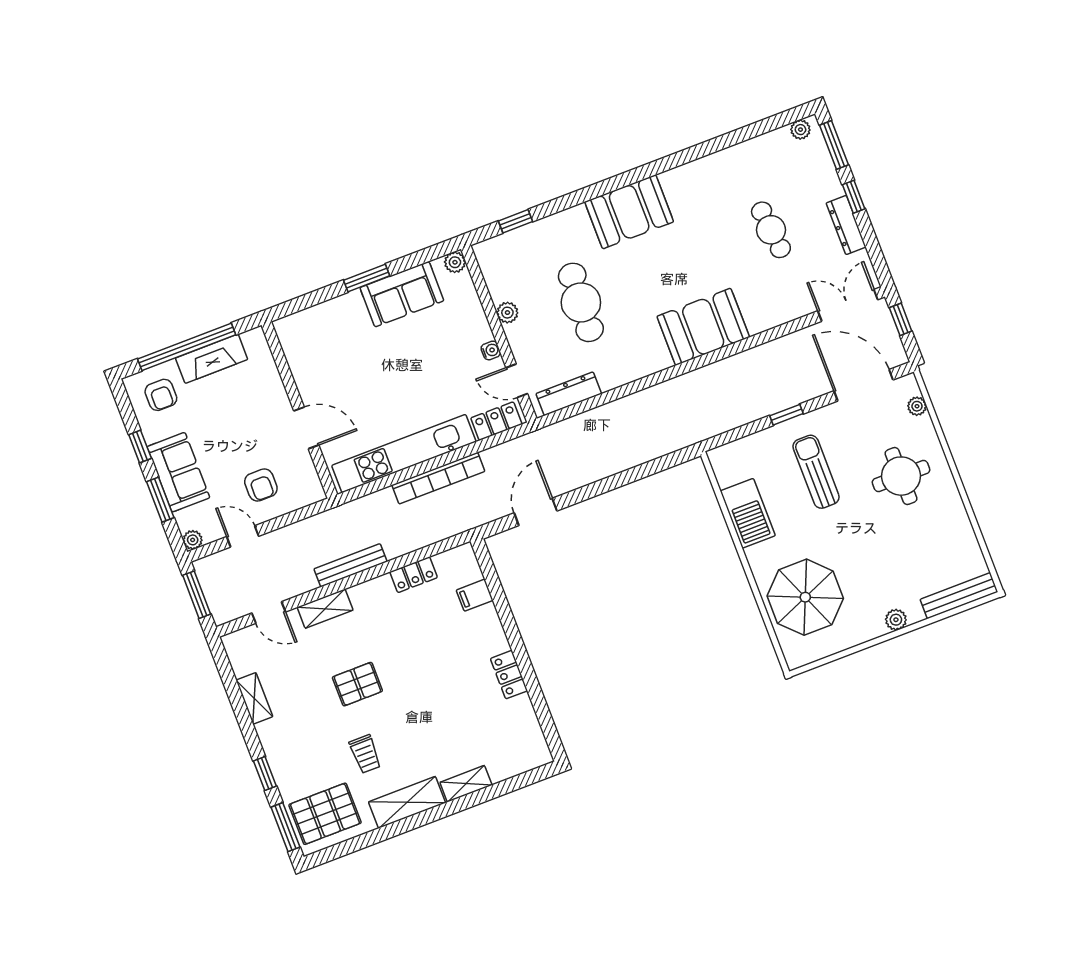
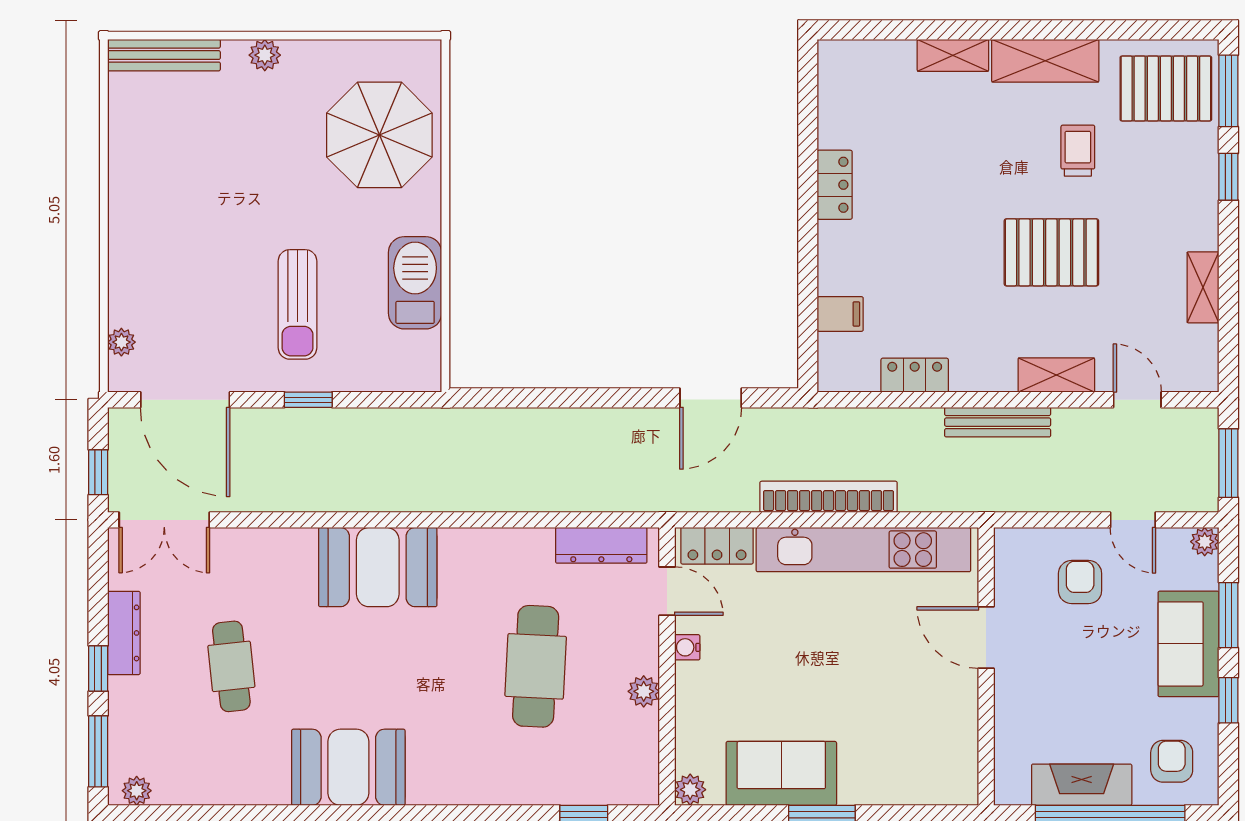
booth: (629, 212) -> (348, 767), moved
round table: (901, 476) -> (181, 253), removed
pallet: (357, 684) -> (1051, 252), width x1.50, depth x1.42

